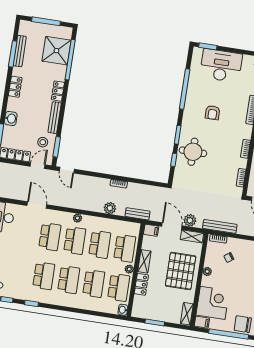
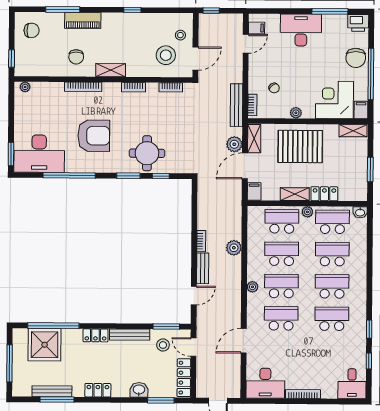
desk: (221, 66) -> (39, 154), moved, turned -90
armchair: (213, 113) -> (94, 136), width x1.88, depth x1.88
door: (67, 170) -> (194, 296), moved
bench: (137, 214) -> (203, 268), moved

